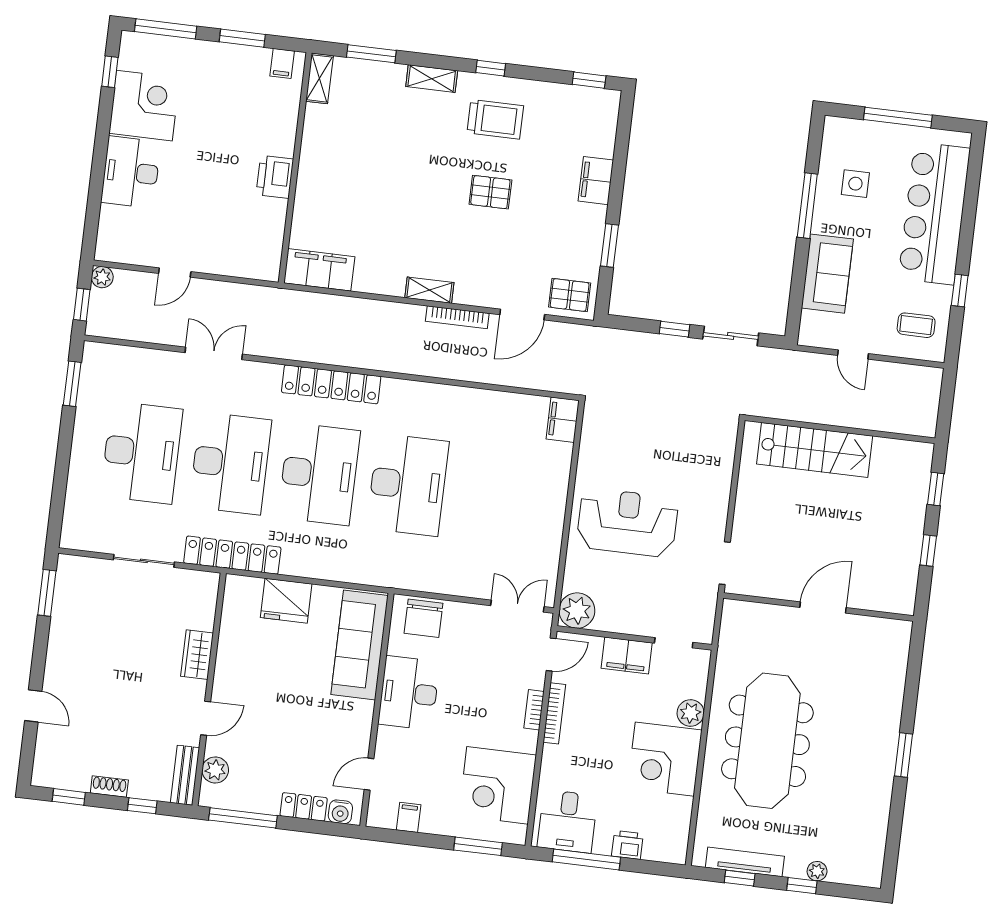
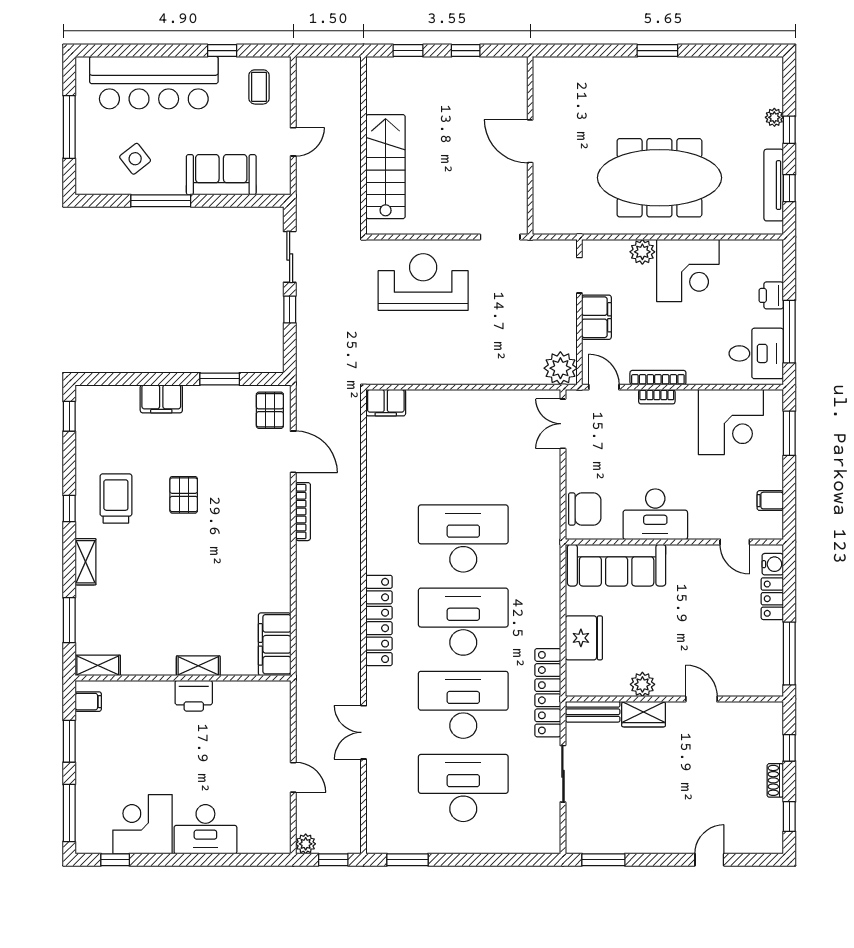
side table: (855, 184) -> (135, 159), turned -38
shelving: (429, 290) -> (198, 666), moved, turned 90
reception desk: (627, 522) -> (423, 282), moved, turned 90
plant: (215, 770) -> (642, 684), moved
bench: (185, 775) -> (593, 712), moved

